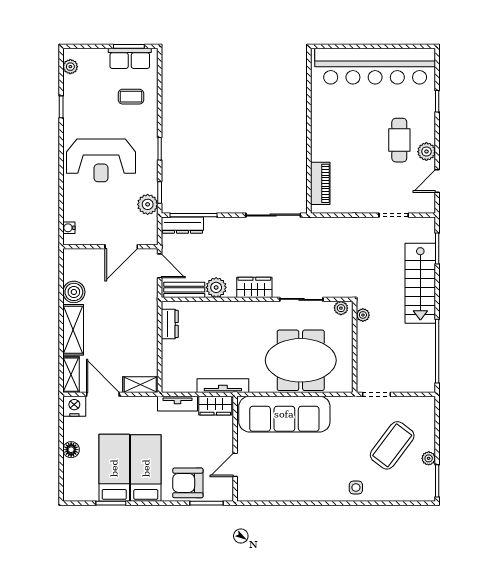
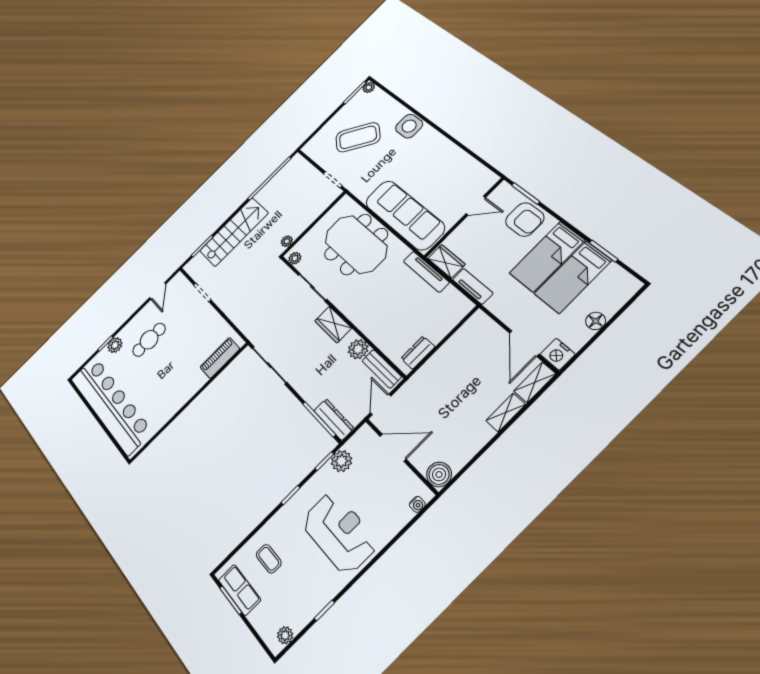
plant: (426, 152) -> (115, 345), moved
door: (437, 181) -> (158, 291), hinge flipped
boiler: (74, 292) -> (439, 474), moved
shelving: (73, 330) -> (506, 413), width x0.67, depth x0.75
shelving: (140, 385) -> (487, 325), removed
plant: (429, 458) -> (369, 87), moved
side table: (356, 488) -> (409, 126), width x1.87, depth x1.87

